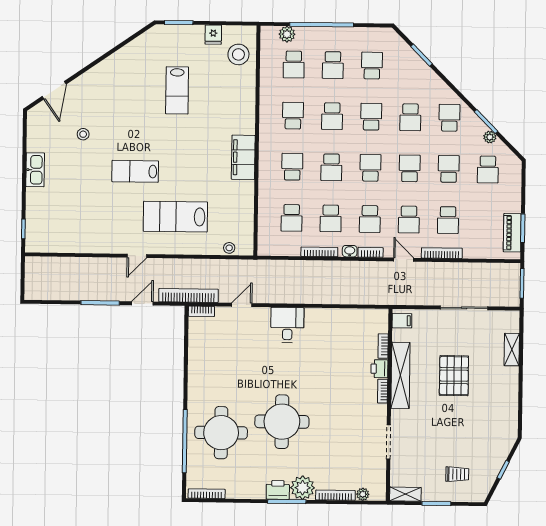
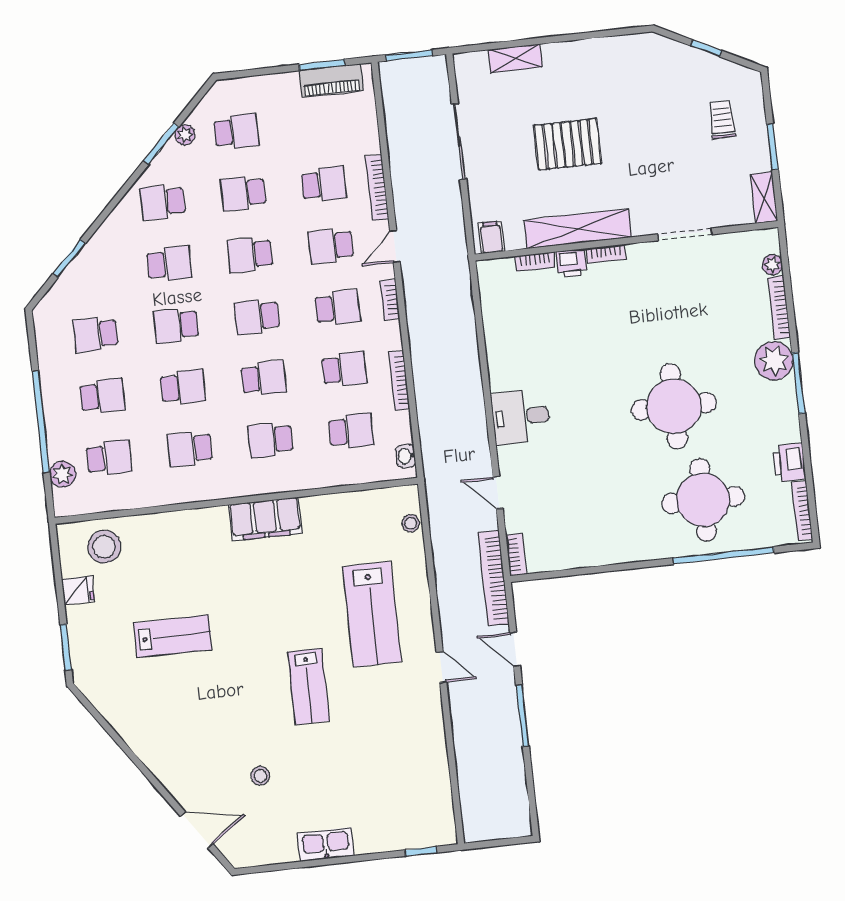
school desk: (409, 219) -> (331, 246), turned 180
washbasin: (350, 251) -> (406, 456), moved
printer: (278, 490) -> (789, 463), moved

